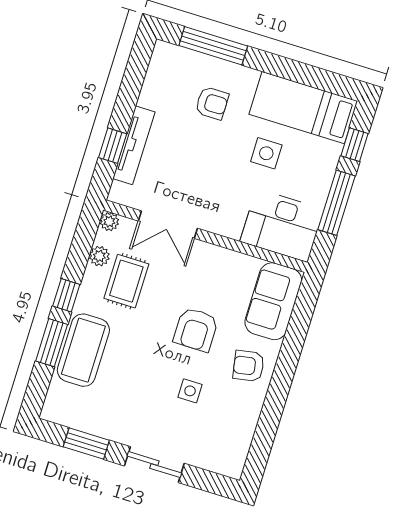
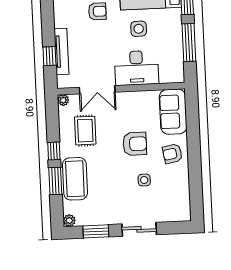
desk: (282, 225) -> (137, 68), moved
plant: (99, 256) -> (69, 221), moved
armchair: (196, 330) -> (135, 144), turned -90

